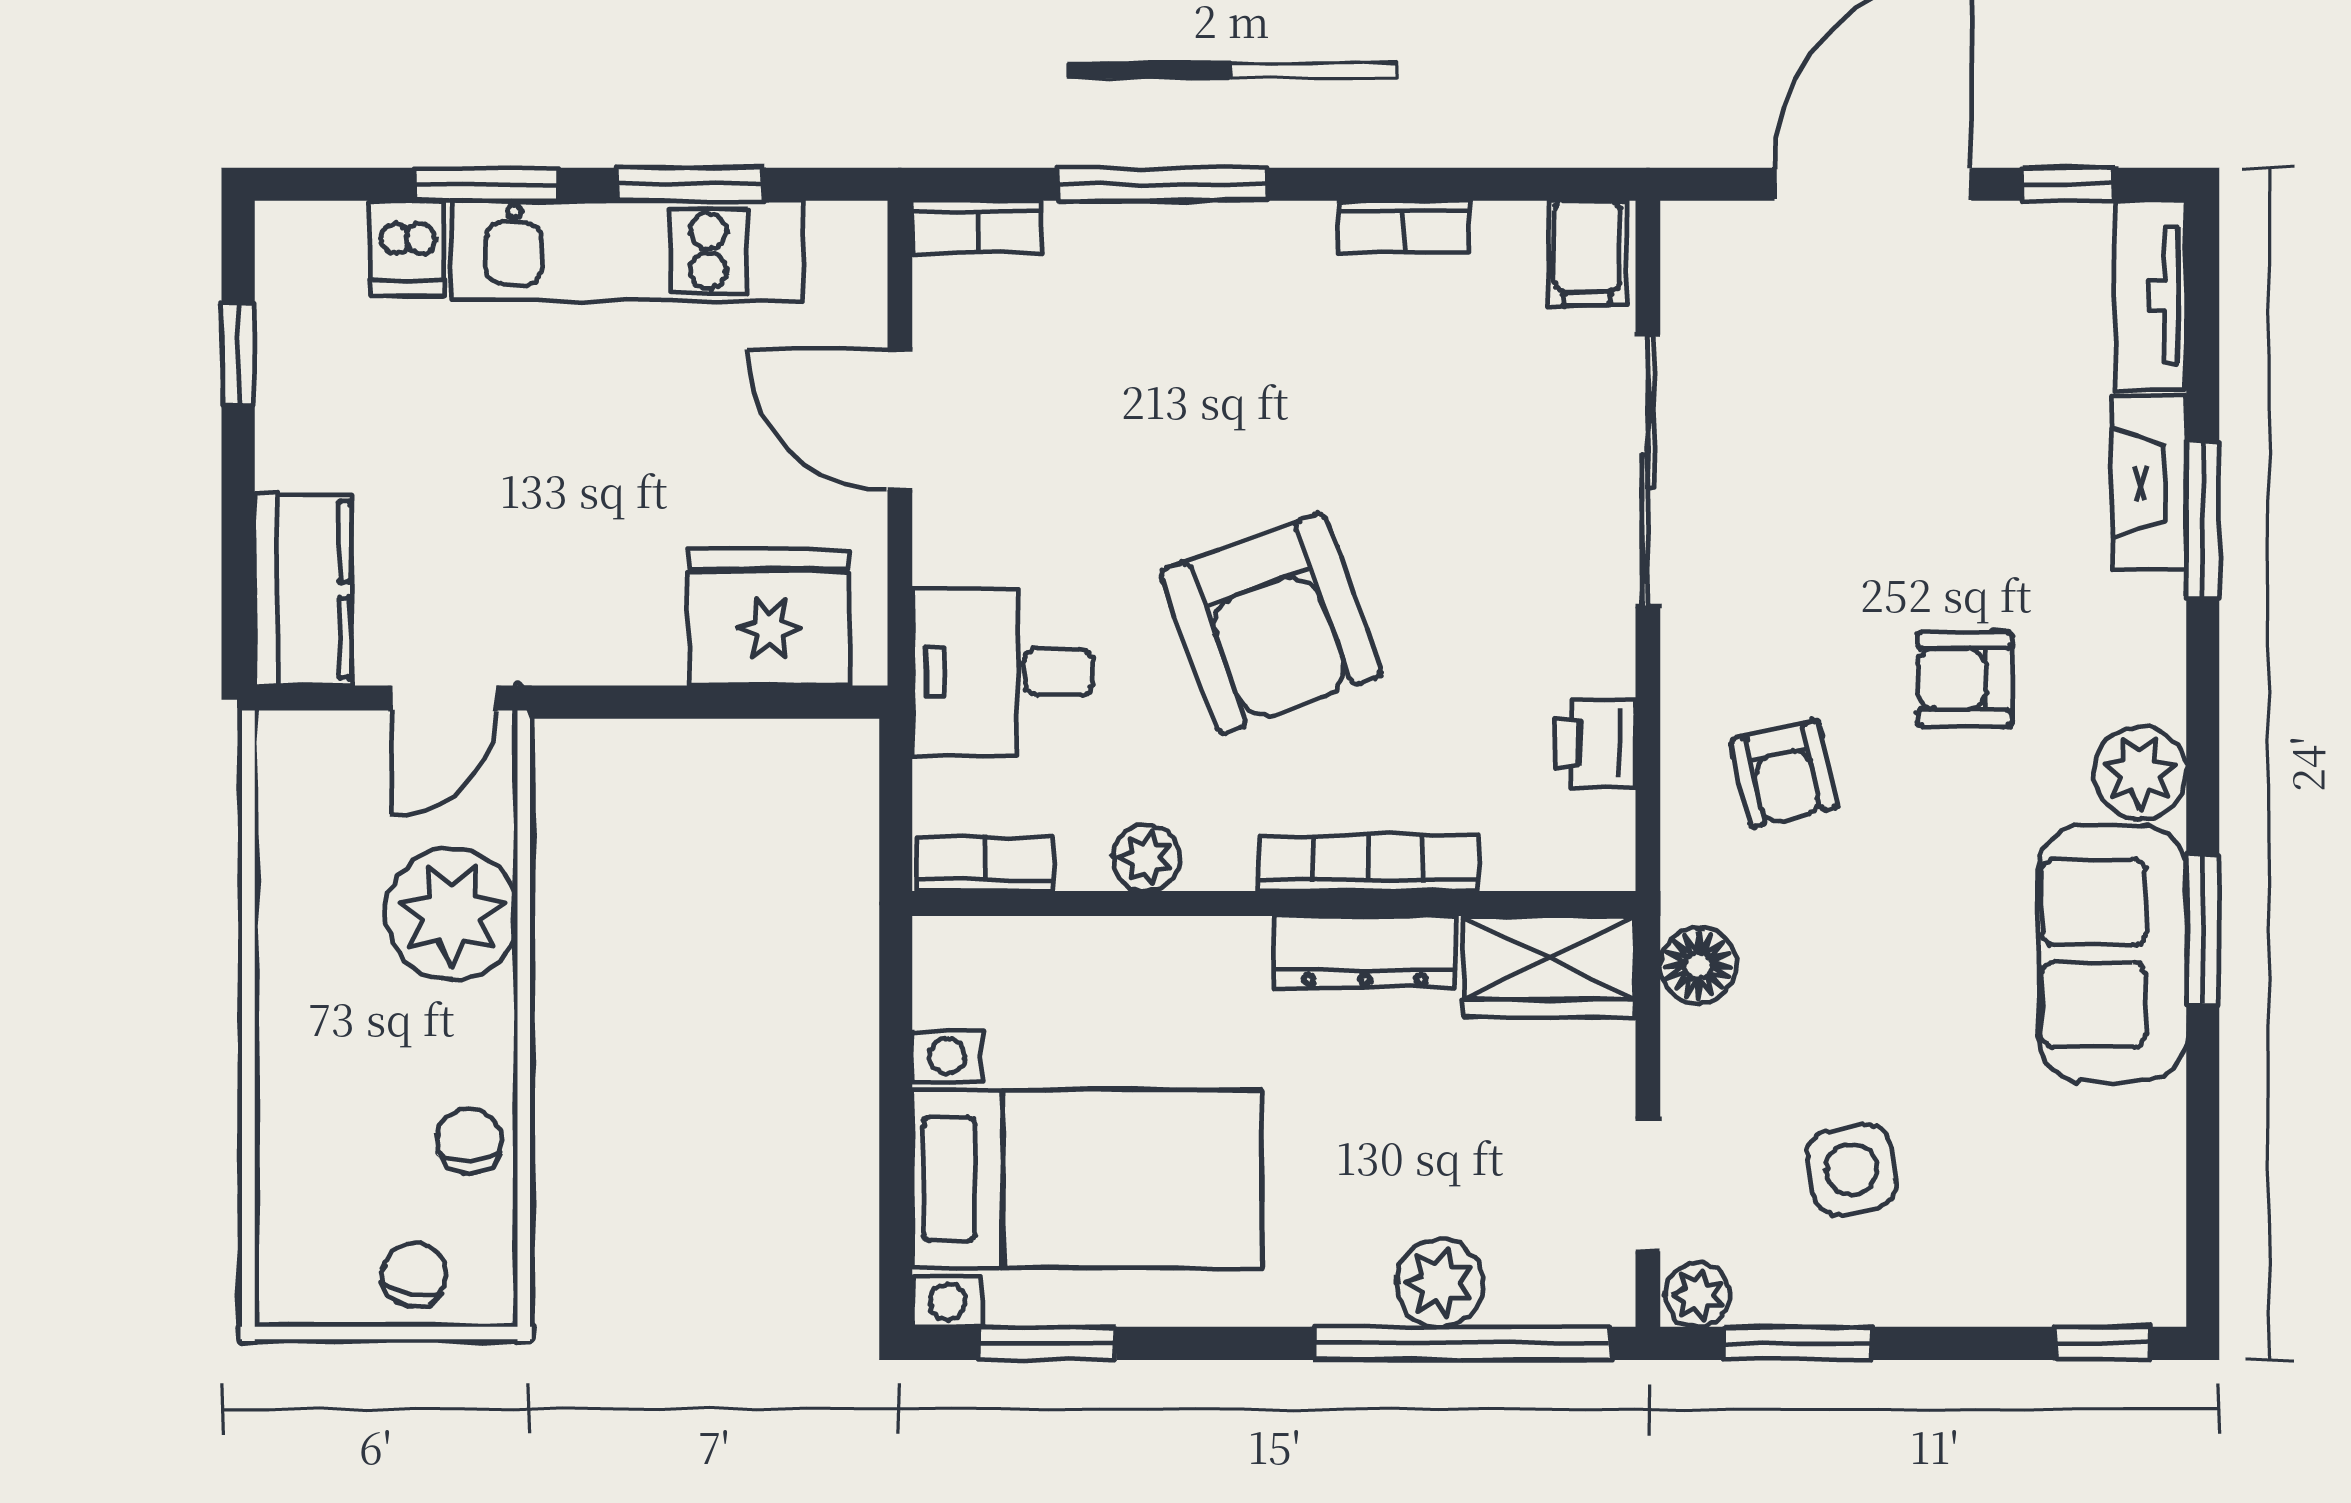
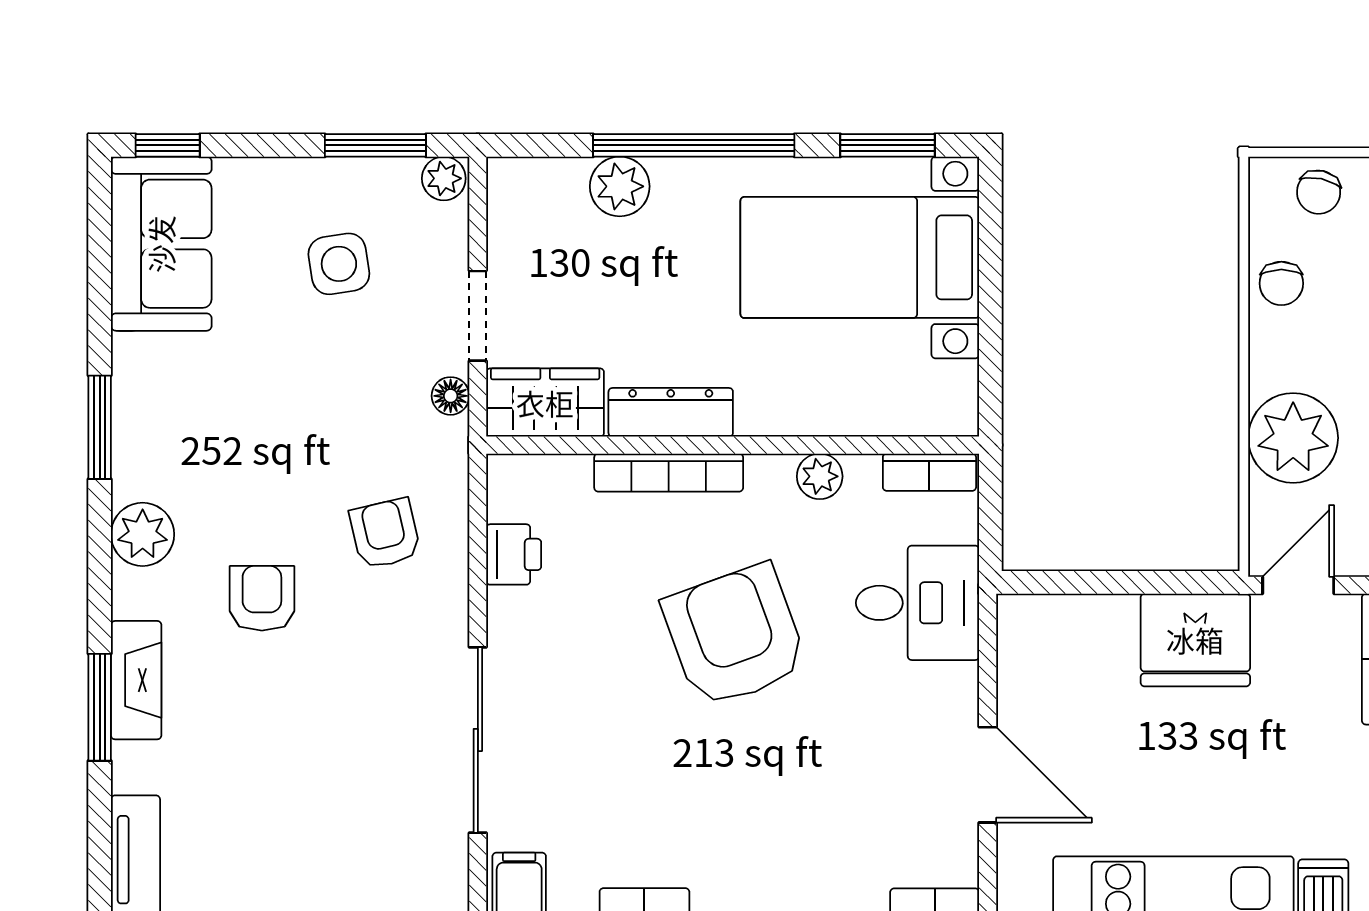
fireplace: (2149, 483) -> (136, 680), moved
fridge: (769, 618) -> (1195, 640), moved
armchair: (1965, 679) -> (262, 598), turned -90
sofa: (2112, 953) -> (161, 244), moved
floor lamp: (1698, 965) -> (451, 396), width x0.73, depth x0.73
doorway: (1648, 1185) -> (478, 316), moved
window: (1462, 1343) -> (694, 145), moved

